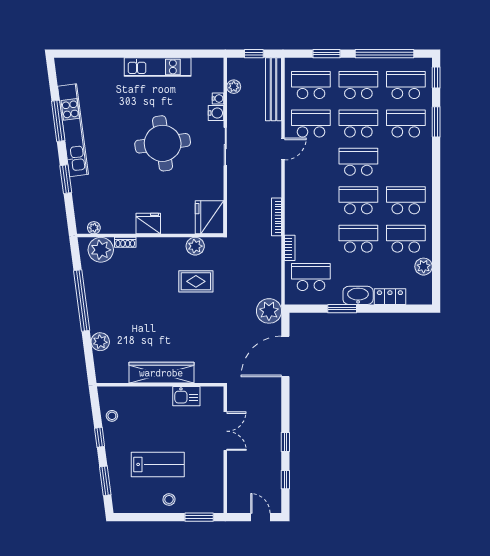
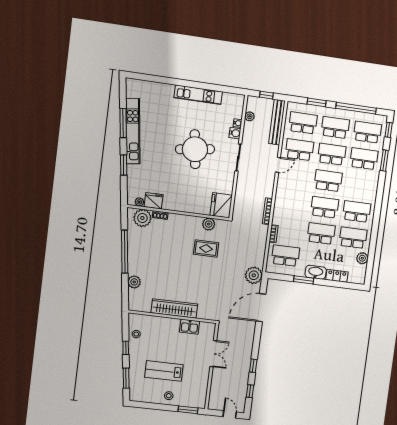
fridge: (148, 224) -> (154, 201), moved
lab bench: (158, 464) -> (164, 371), turned 180

